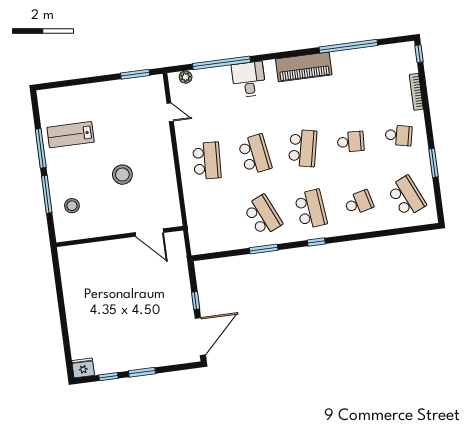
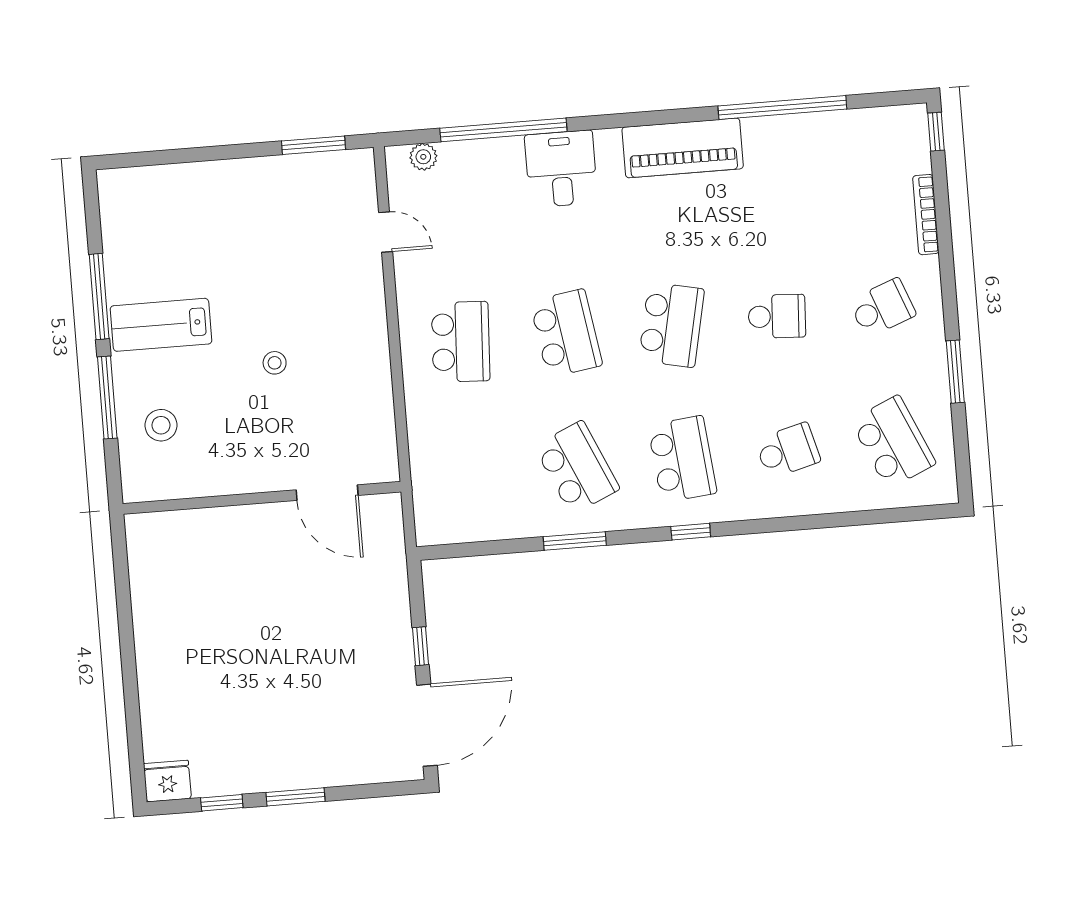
lab bench: (71, 135) -> (161, 325), moved
school desk: (399, 135) -> (882, 308), turned -33
stool: (122, 175) -> (275, 363), width x0.53, depth x0.53

